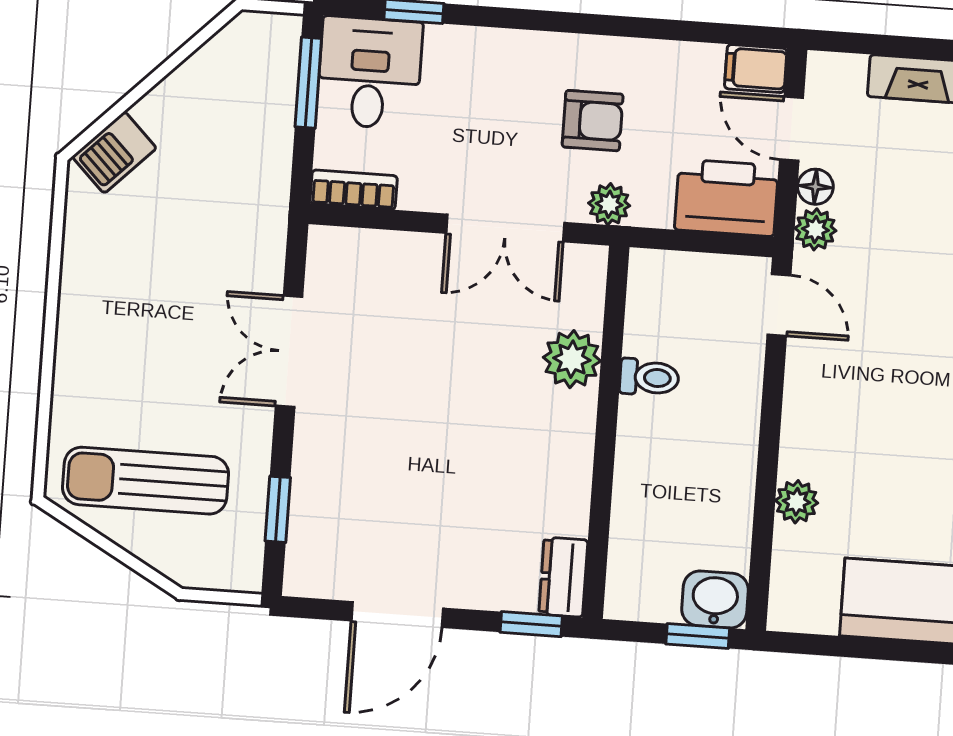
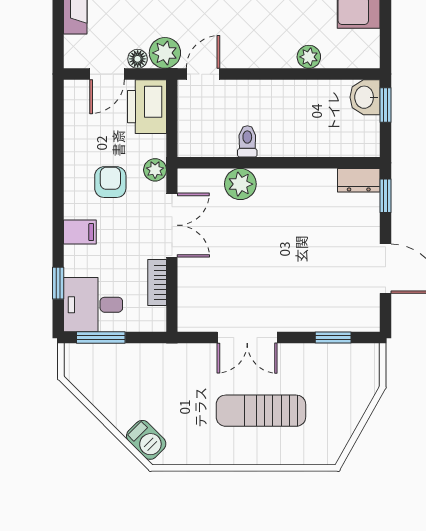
filing cabinet: (756, 69) -> (80, 232), moved, turned -90
bookcase: (354, 190) -> (157, 282), moved
plant: (815, 229) -> (165, 53), width x1.38, depth x1.38
sun lounger: (145, 481) -> (261, 411), moved, turned 90

